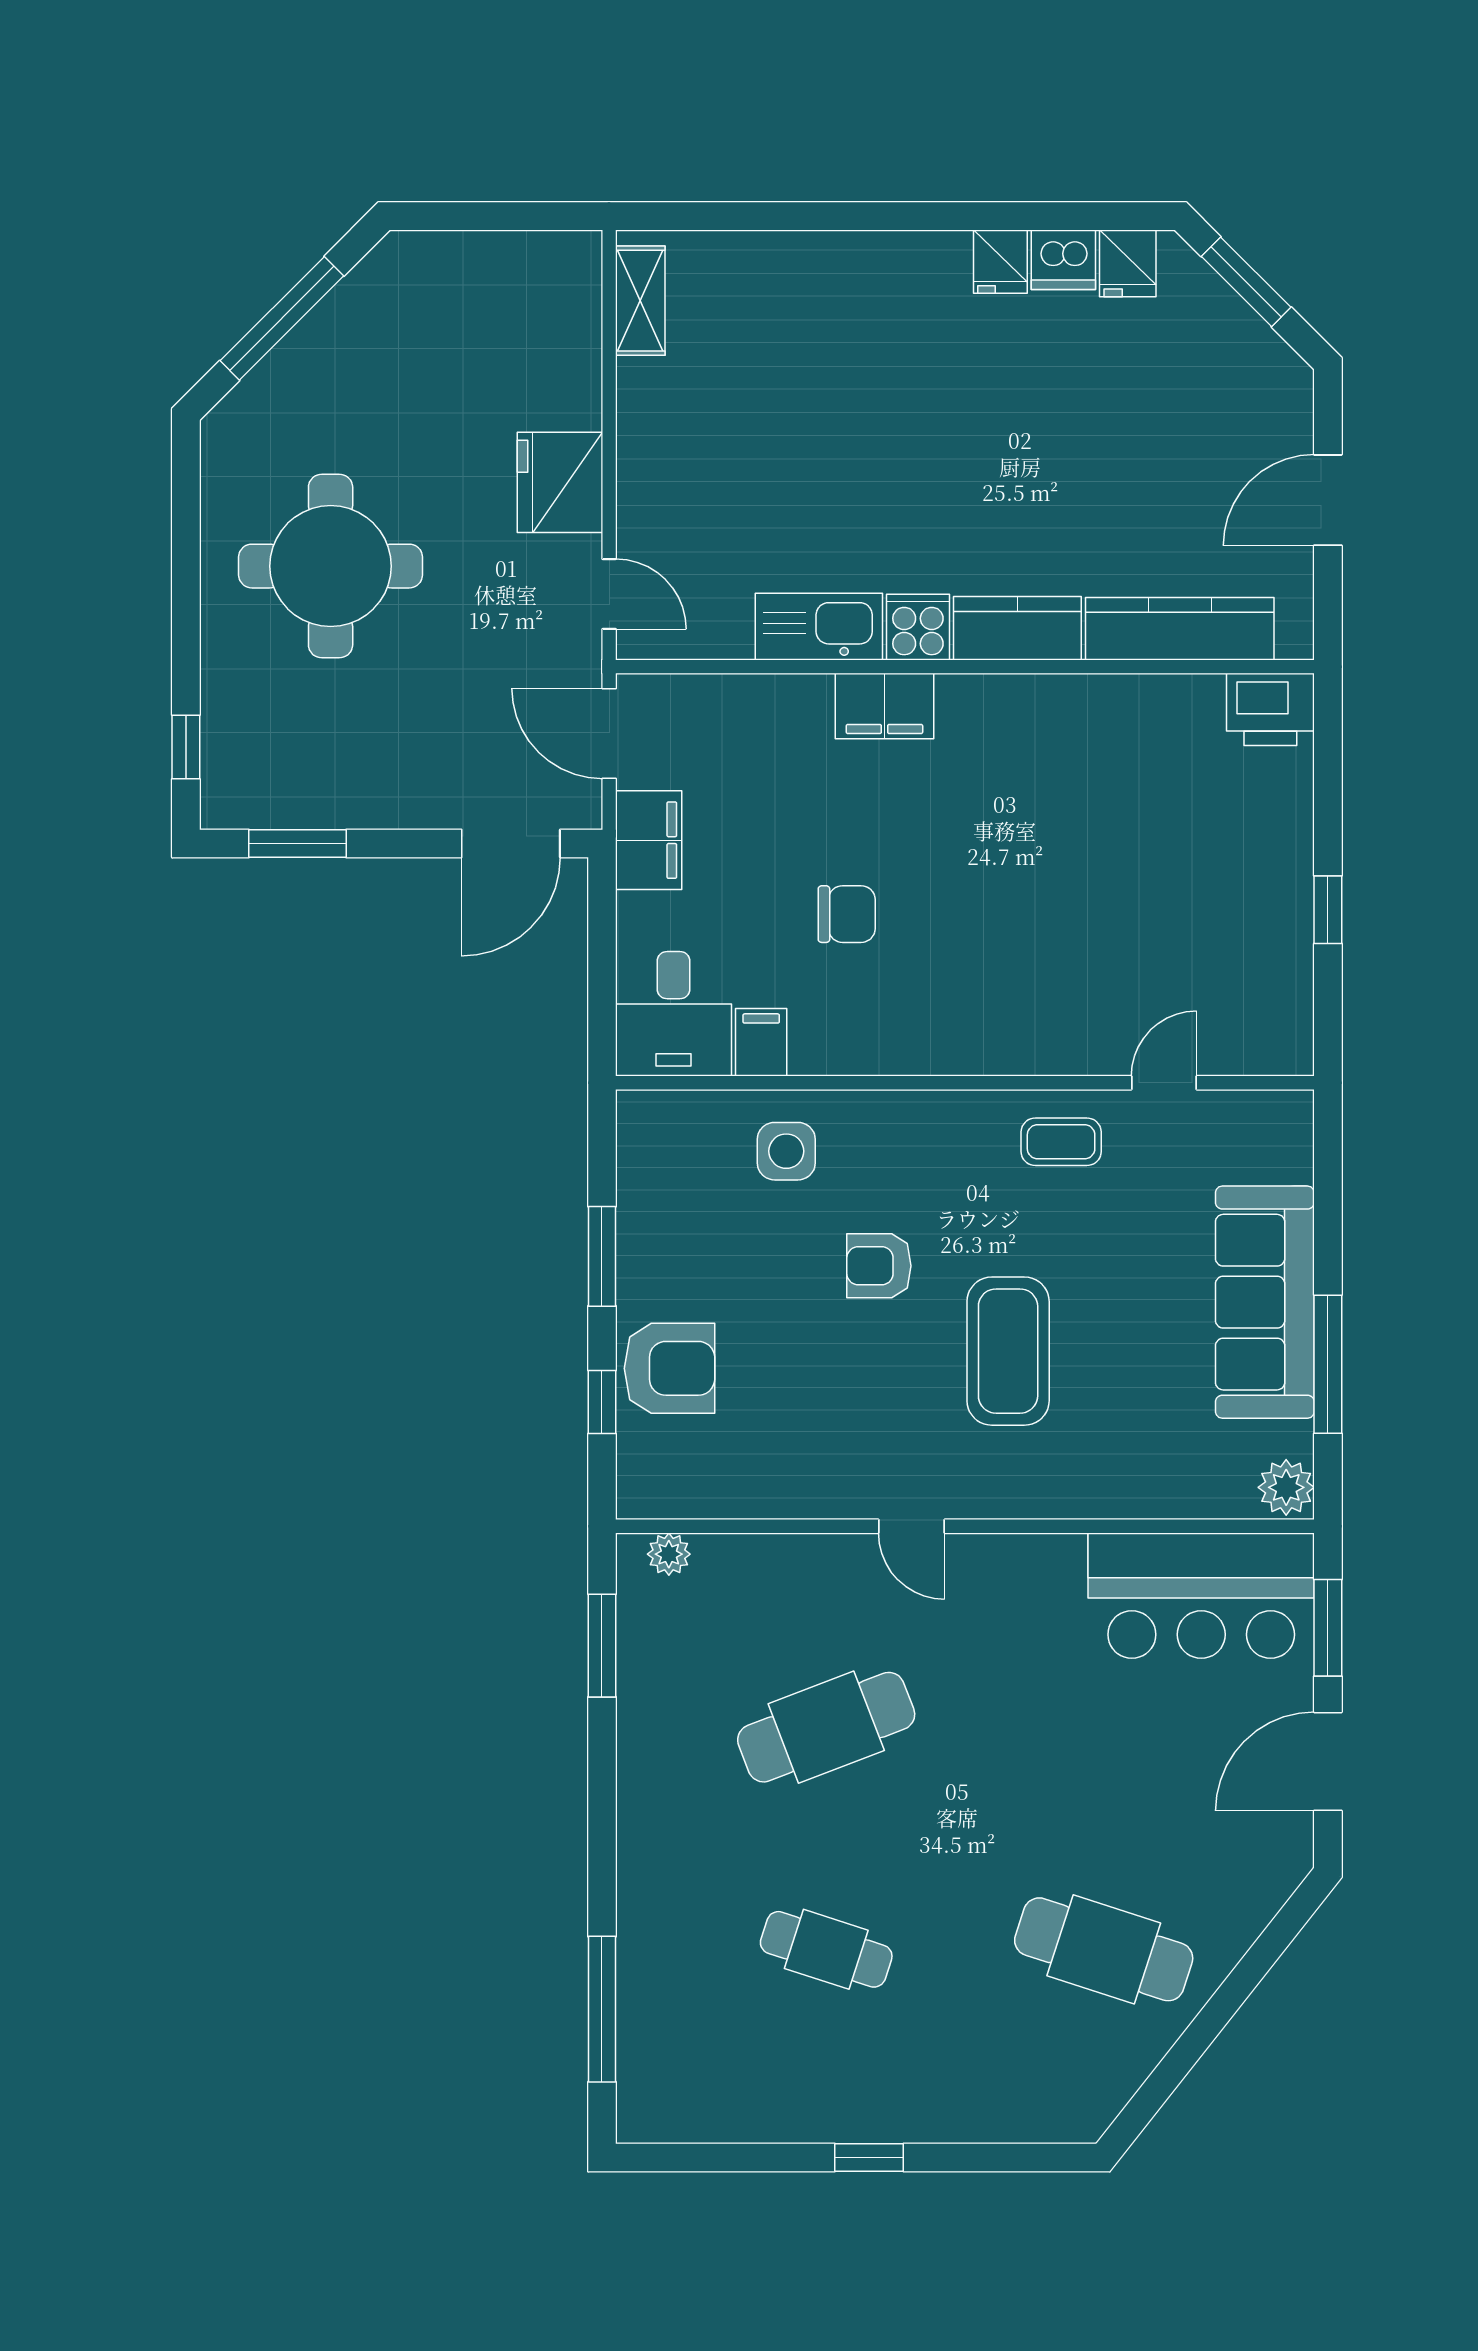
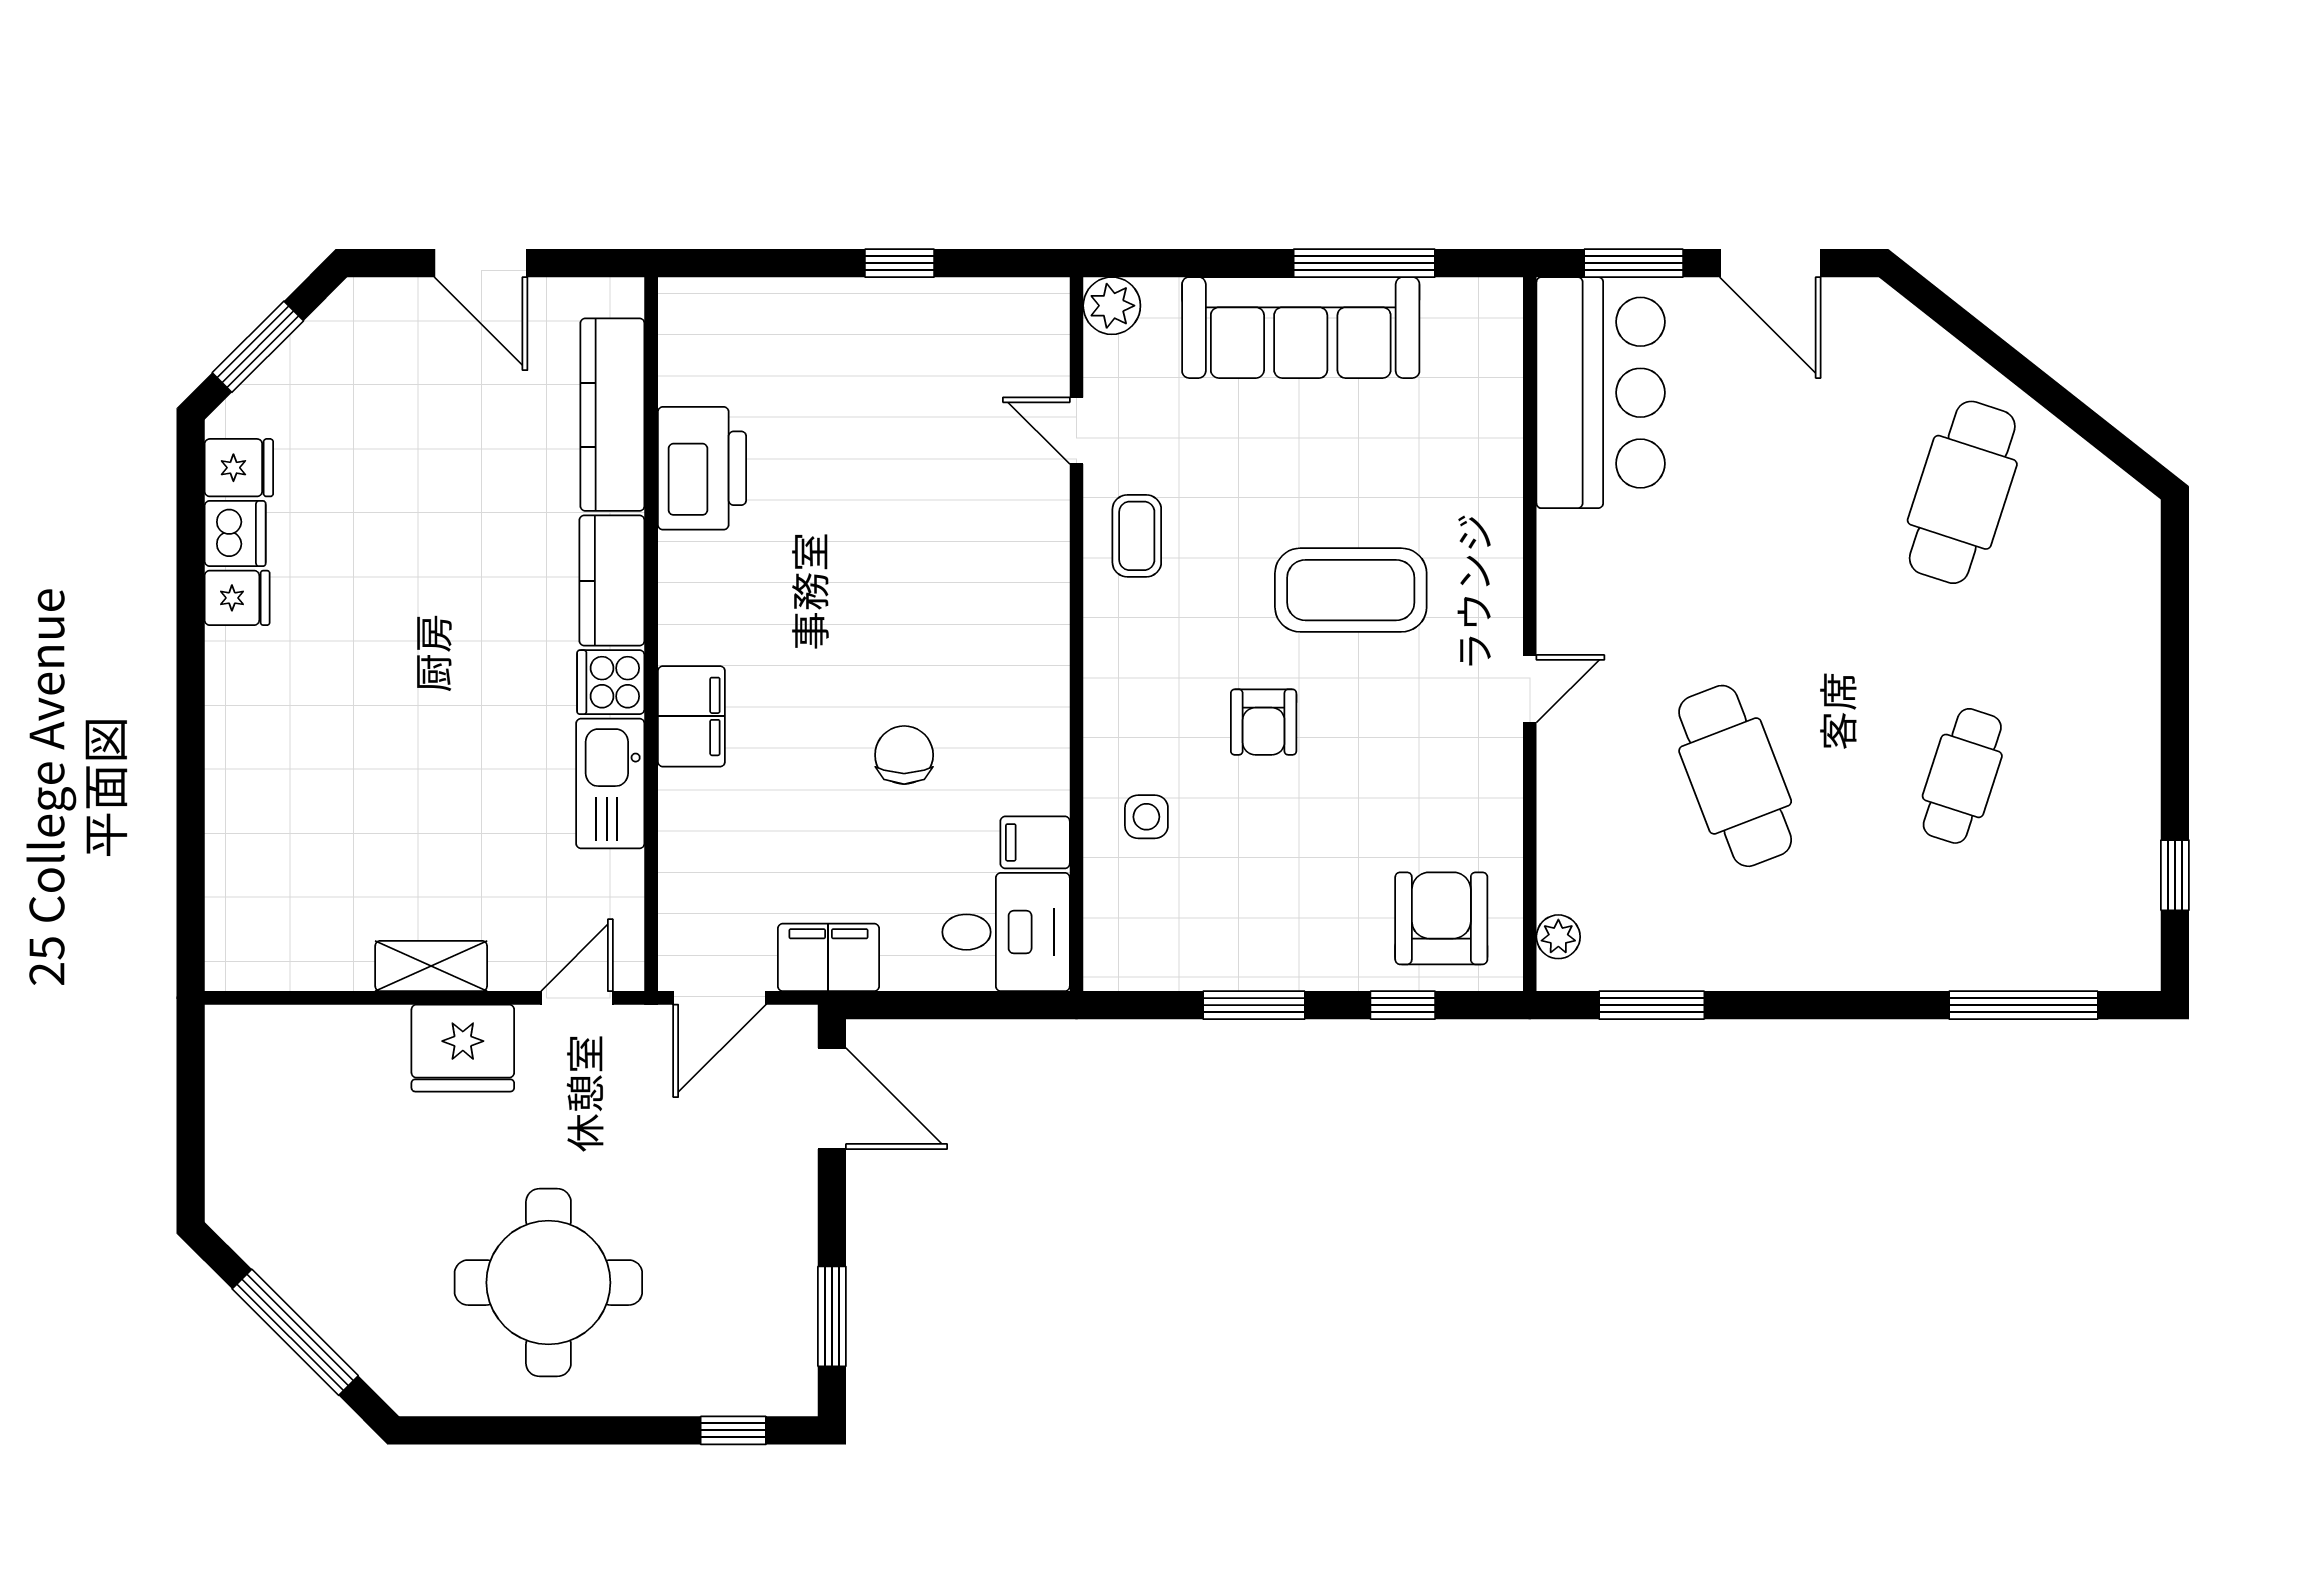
shelving: (640, 301) -> (431, 966), moved
printer: (1270, 709) -> (702, 468), moved, width x1.37, depth x1.19
side table: (786, 1151) -> (1146, 817), width x0.73, depth x0.73
armchair: (669, 1368) -> (1441, 918), moved
plant: (1286, 1487) -> (1112, 306), moved
window: (869, 2157) -> (2175, 875), moved

